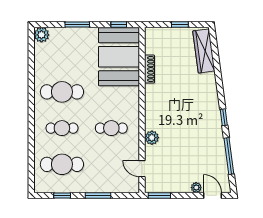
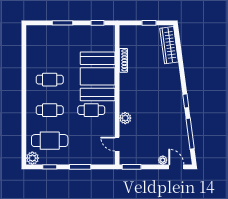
plant: (41, 35) -> (32, 158), moved
booth: (119, 57) -> (98, 76), moved
cafe table: (62, 92) -> (50, 80), width x0.73, depth x0.74

